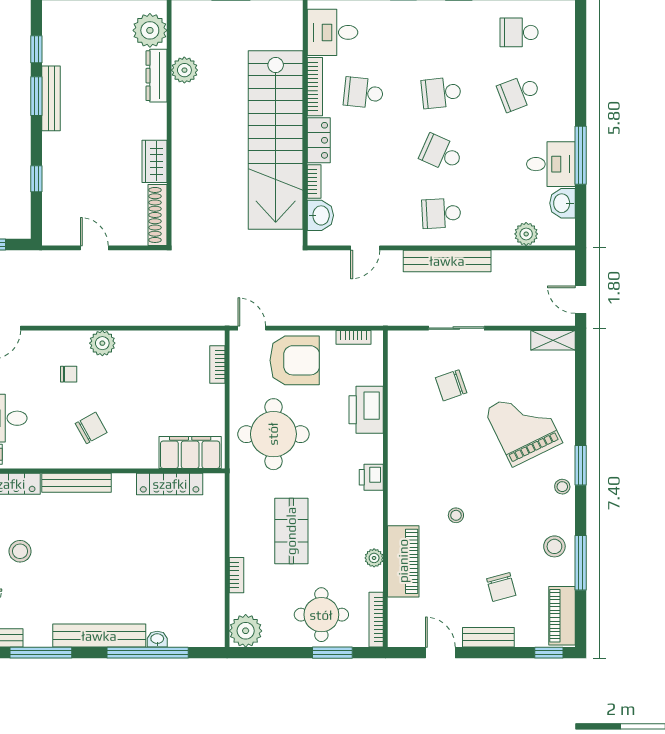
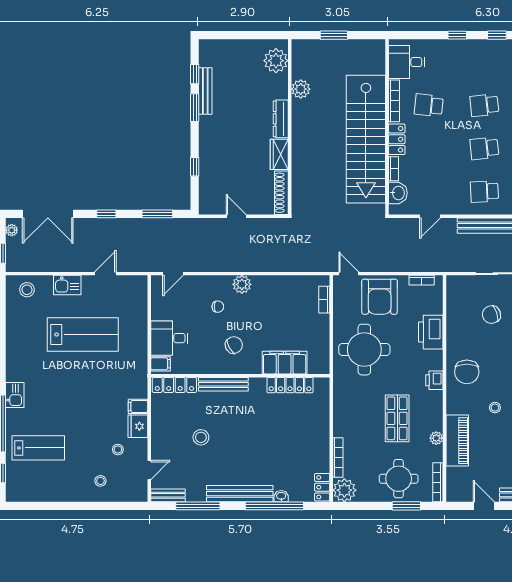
dresser: (157, 76) -> (281, 119), moved
bench: (51, 98) -> (205, 91), moved
school desk: (441, 153) -> (484, 148), turned -30
armchair: (295, 360) -> (380, 297), turned 90
filing cabinet: (190, 452) -> (285, 363), moved
chair: (417, 465) -> (467, 372), added
shop shelf: (291, 531) -> (397, 418), moved
stool: (20, 551) -> (201, 437), moved
bookcase: (236, 575) -> (338, 457), width x1.56
locker: (215, 627) -> (322, 487), added

